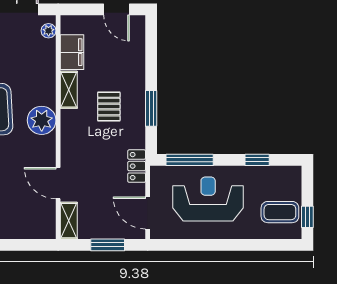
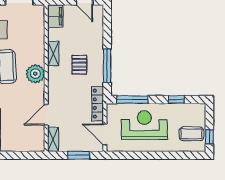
plant: (49, 31) -> (40, 15), removed
filing cabinet: (72, 52) -> (55, 16), moved
window: (151, 108) -> (107, 66), width x1.44
locker: (137, 166) -> (98, 104), width x1.53
door: (58, 183) -> (46, 115), hinge flipped

